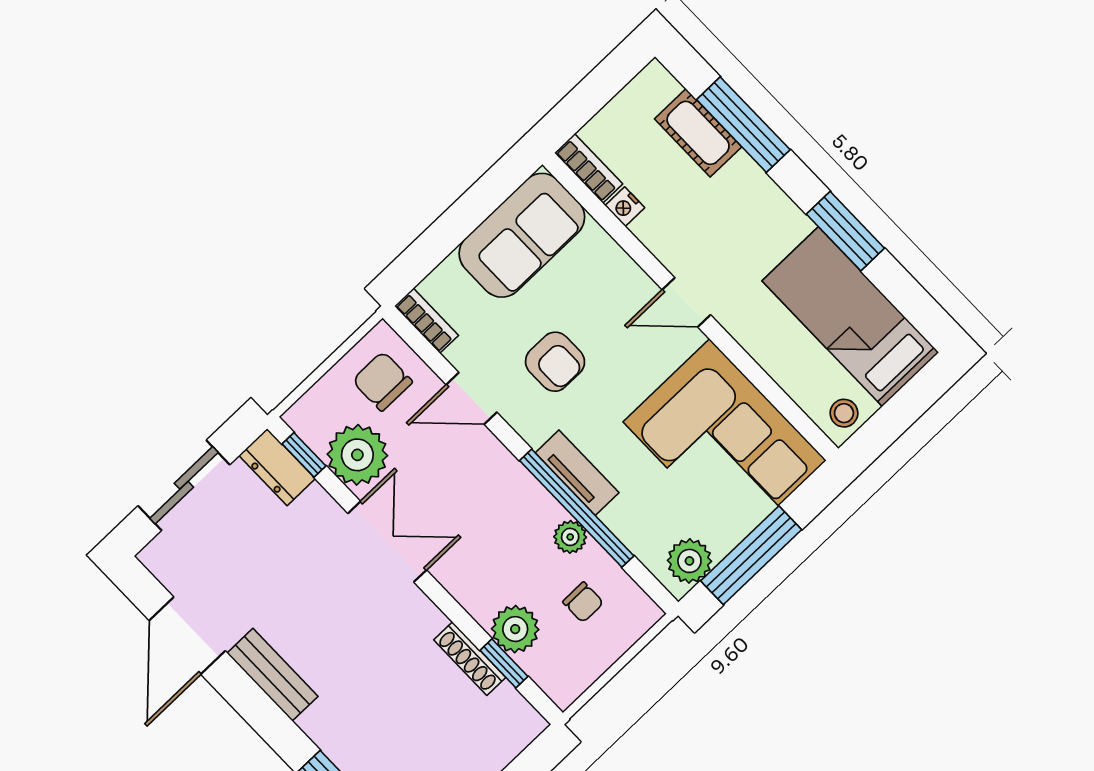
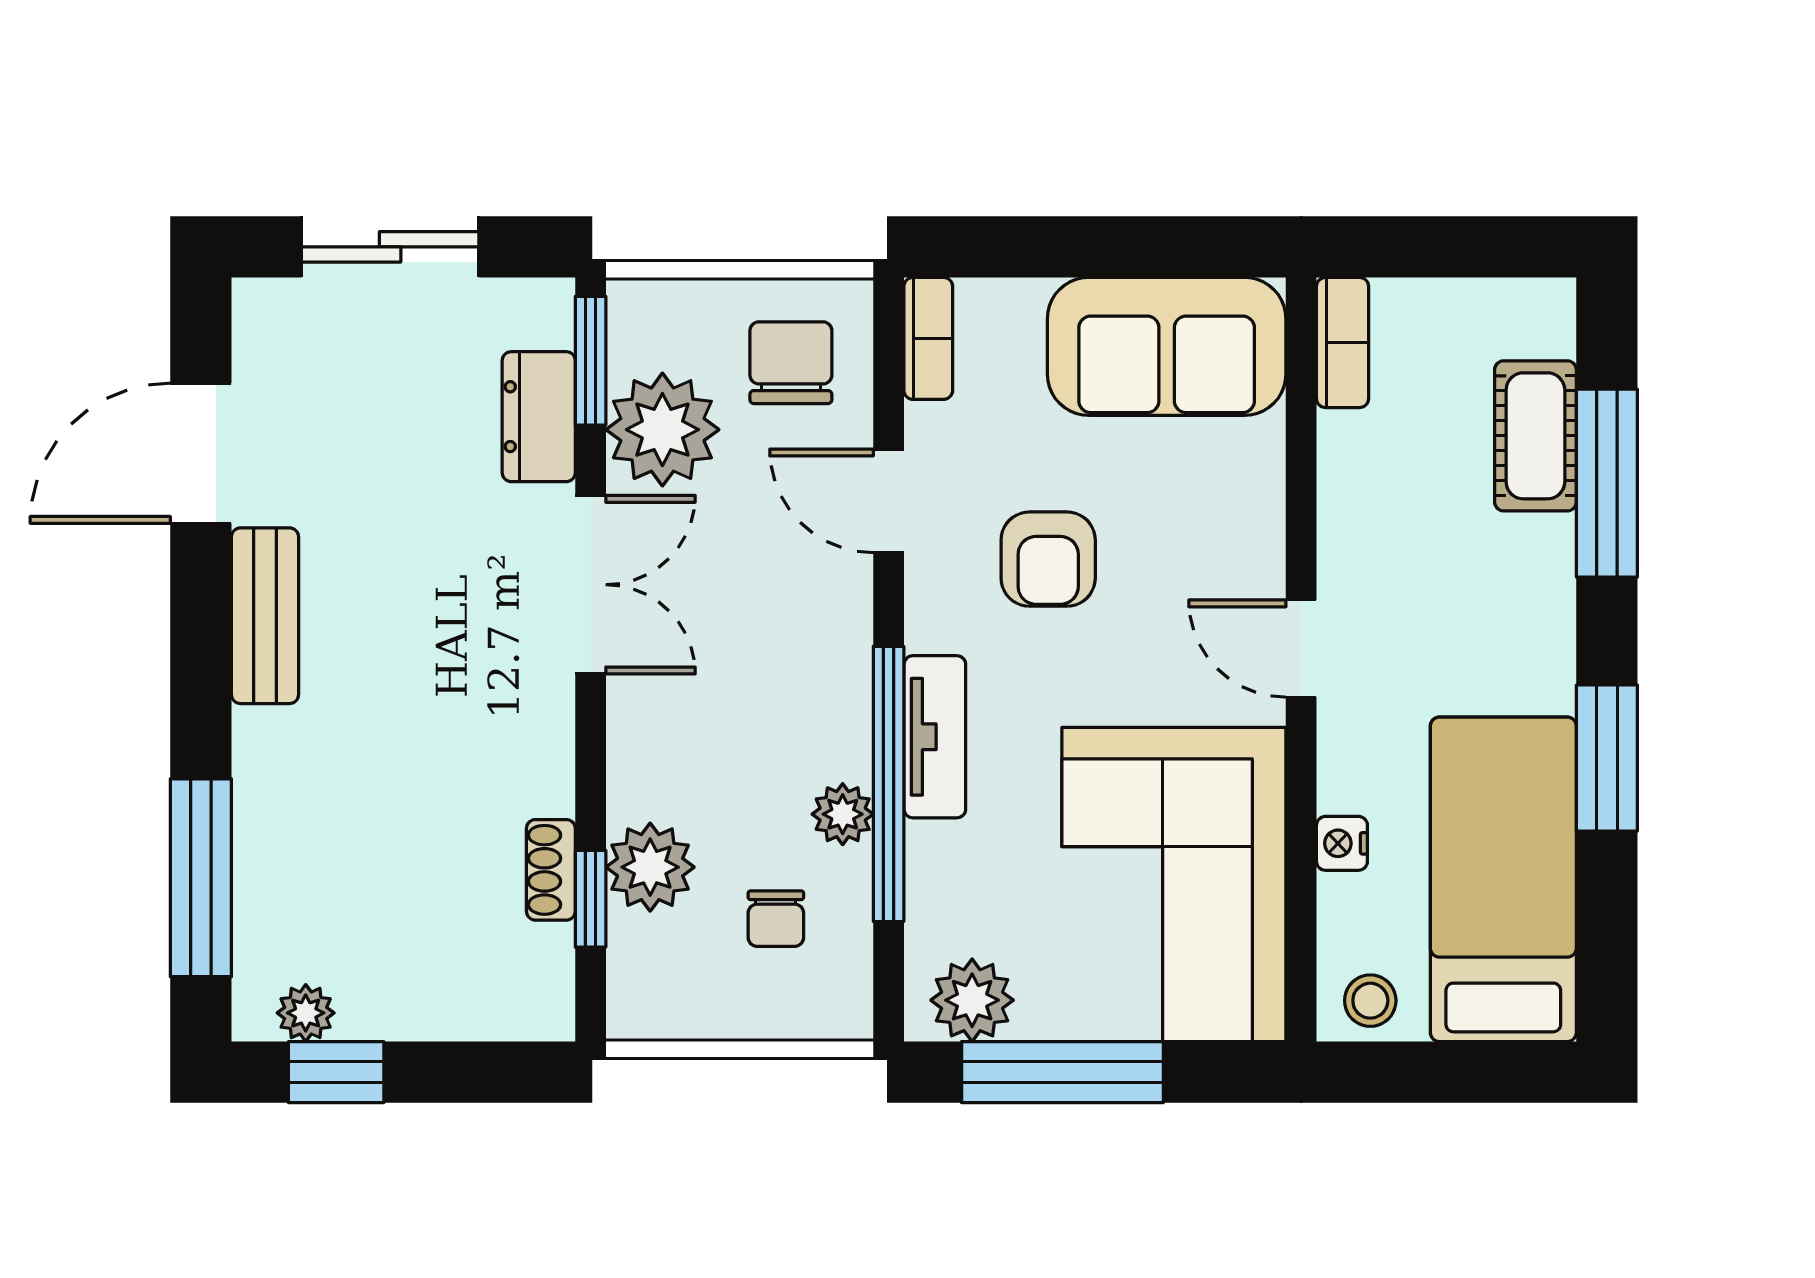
nightstand: (625, 207) -> (1342, 843), moved
window: (304, 455) -> (591, 361), width x1.50
dresser: (277, 467) -> (539, 417), moved
shoe rack: (470, 659) -> (551, 870), width x0.70

